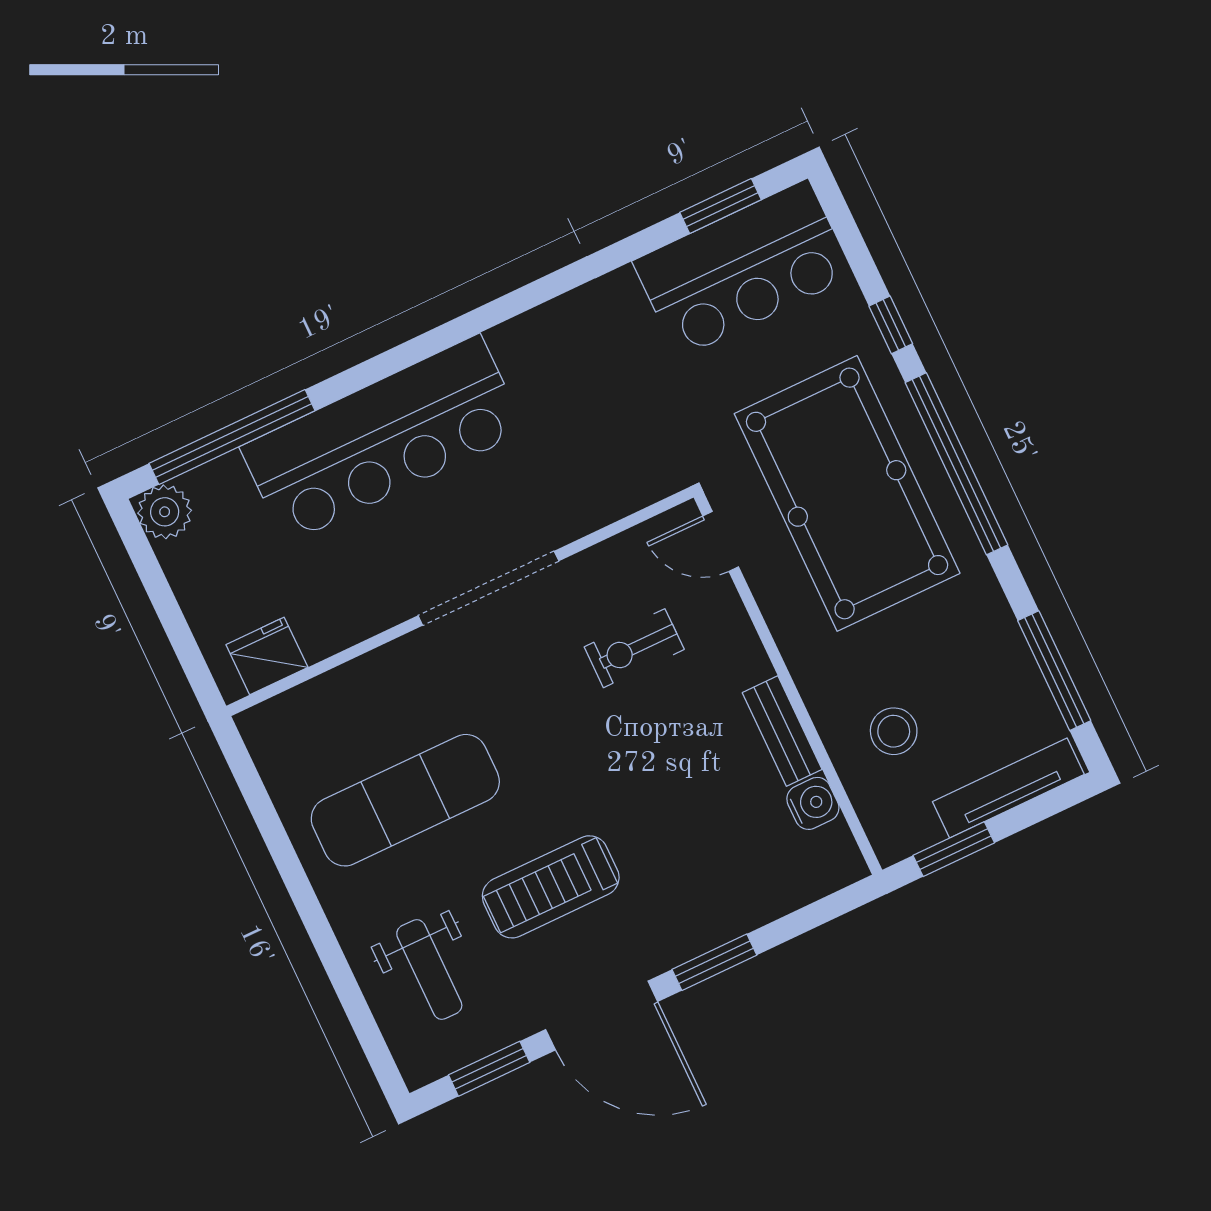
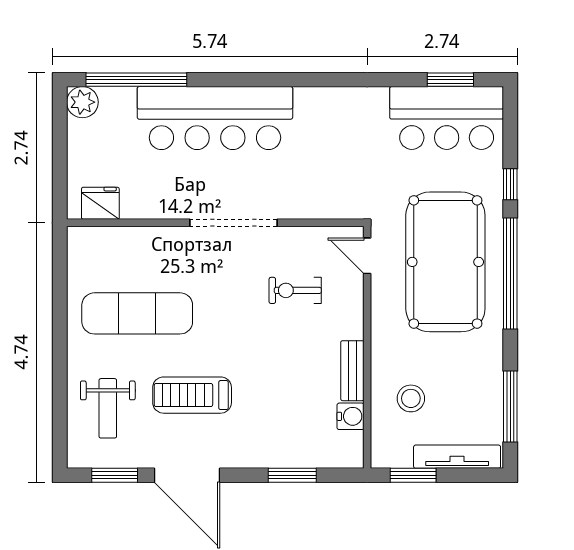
window: (714, 962) -> (292, 475), moved

